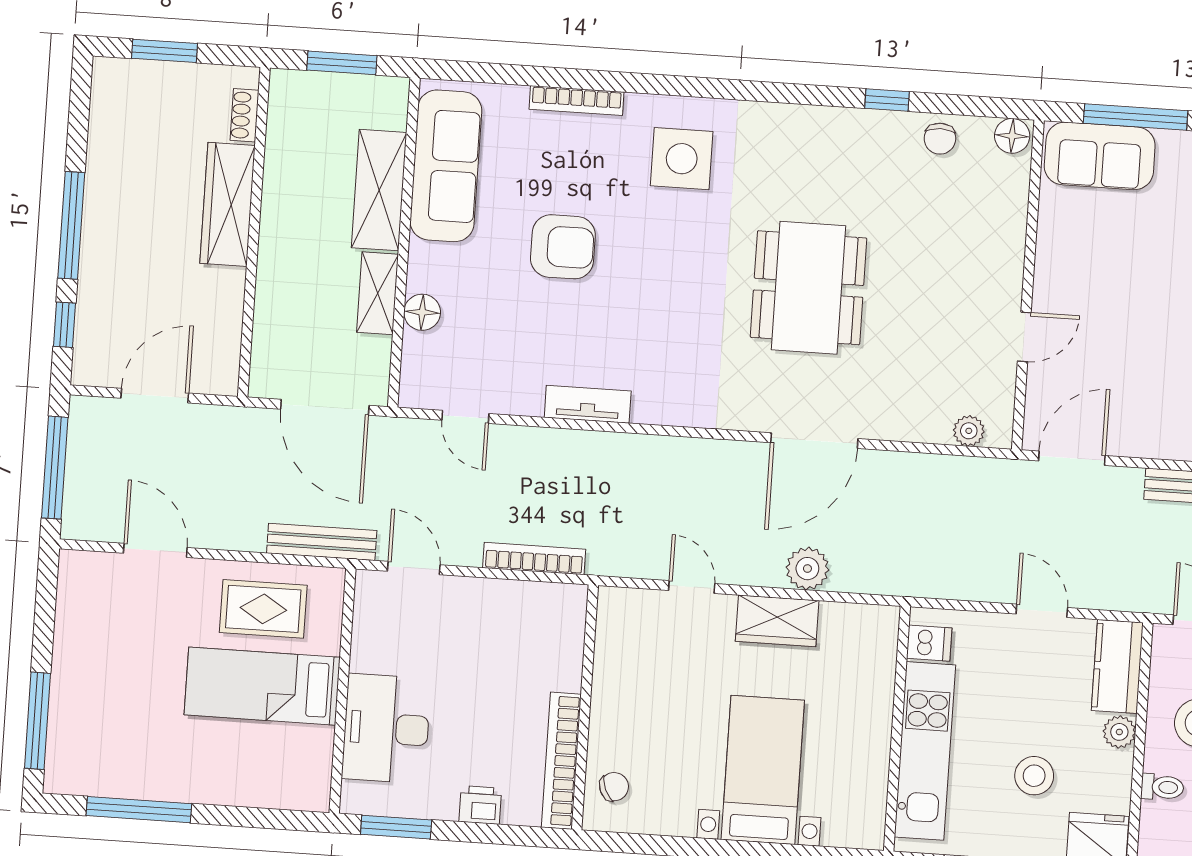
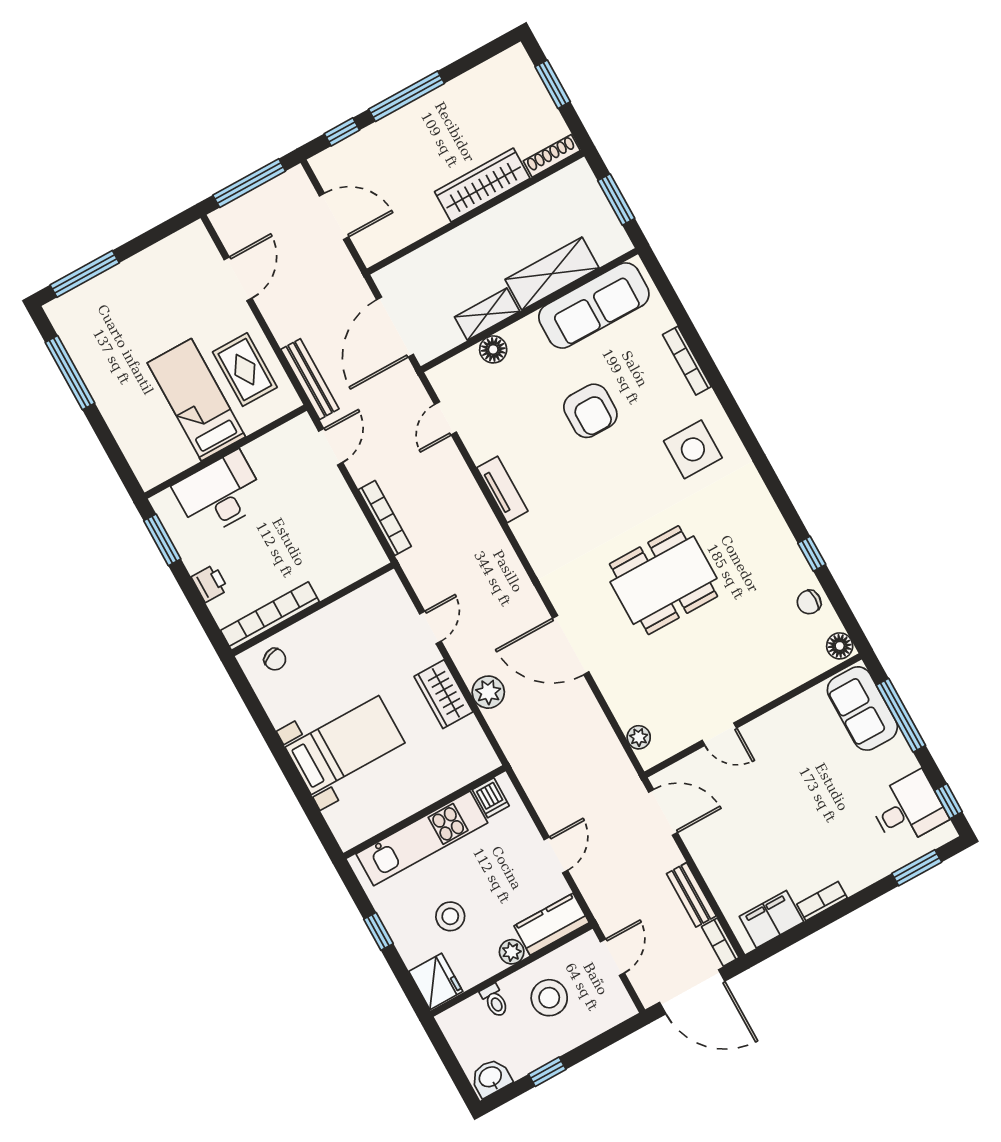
shoe rack: (244, 115) -> (552, 156), width x1.43

